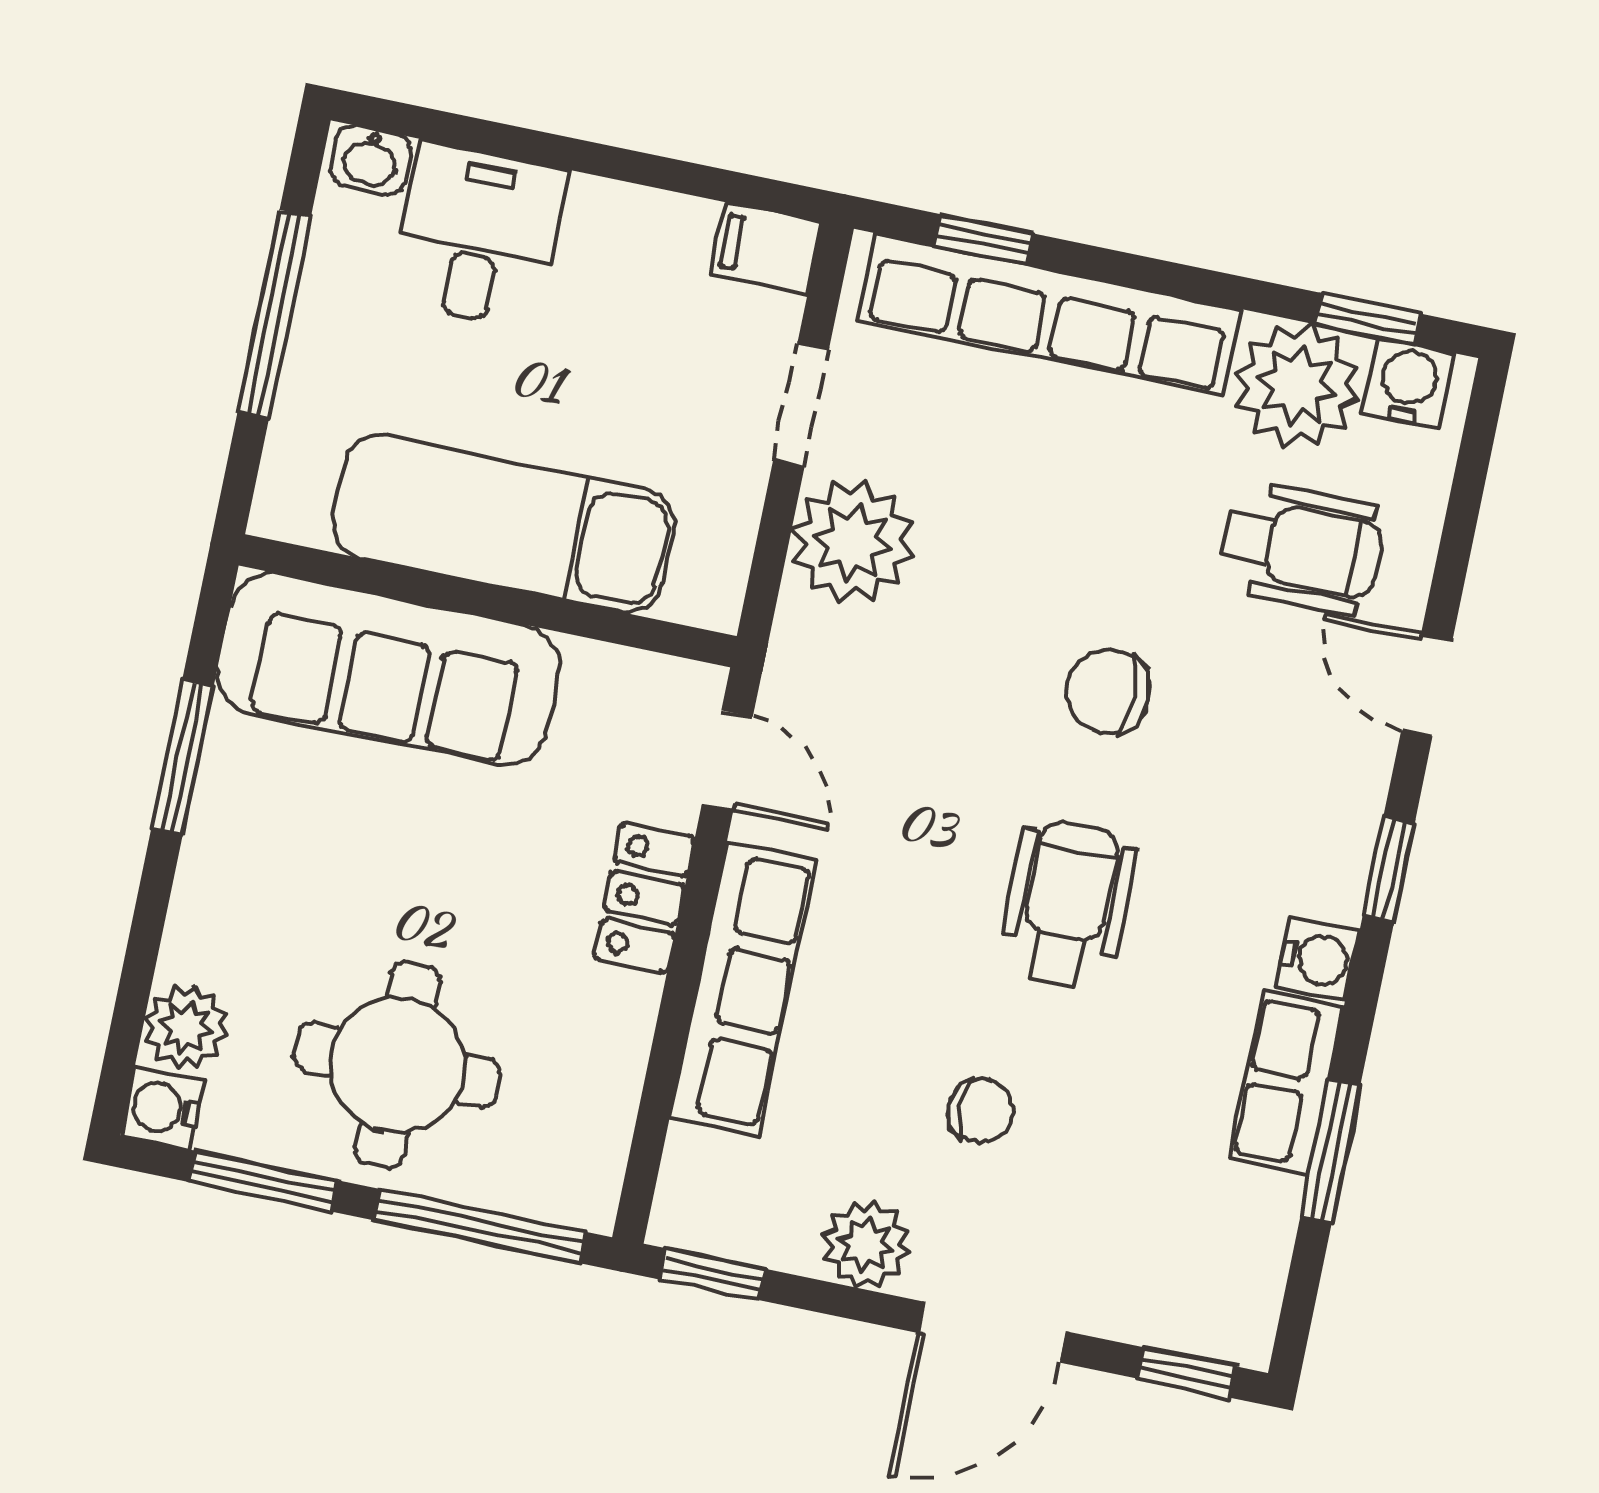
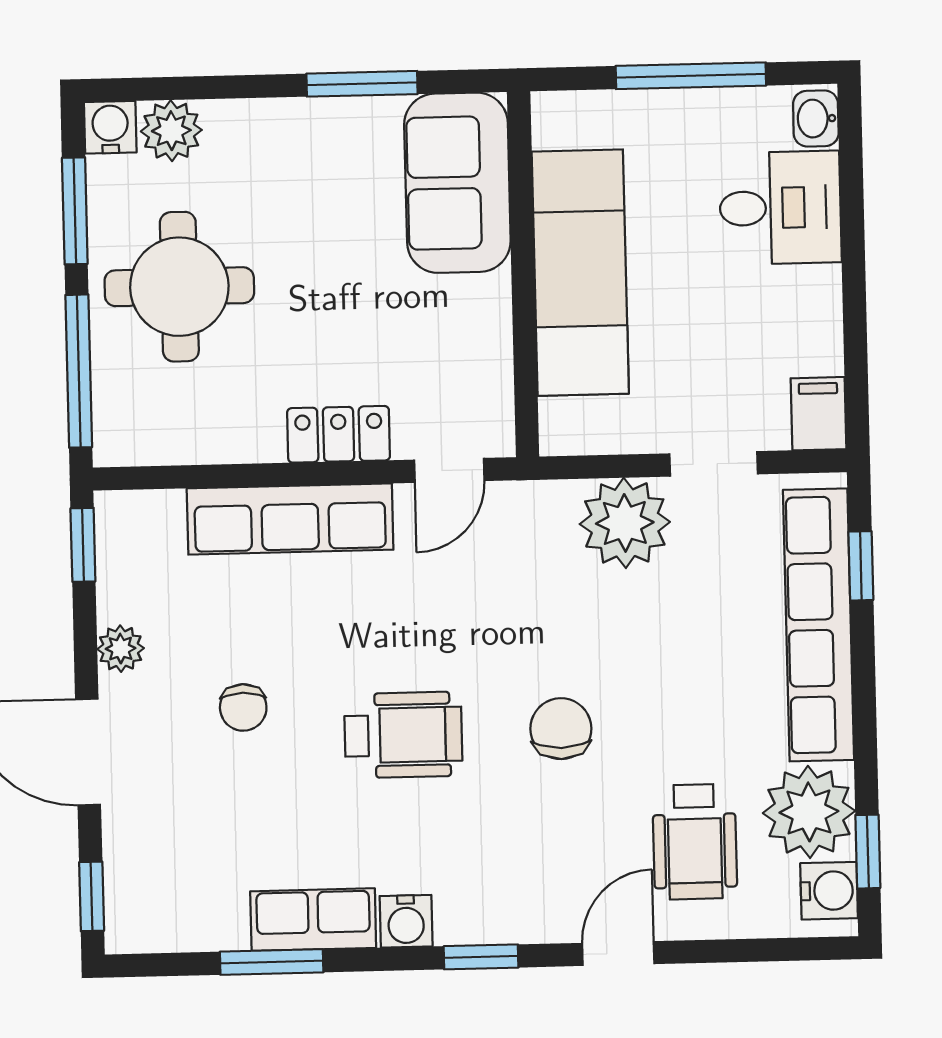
sofa: (388, 669) -> (457, 183), width x0.73
plant: (866, 1244) -> (121, 649), width x0.73, depth x0.73

